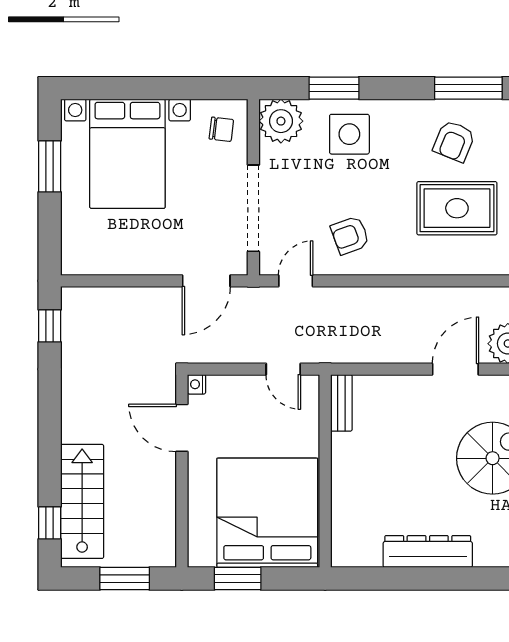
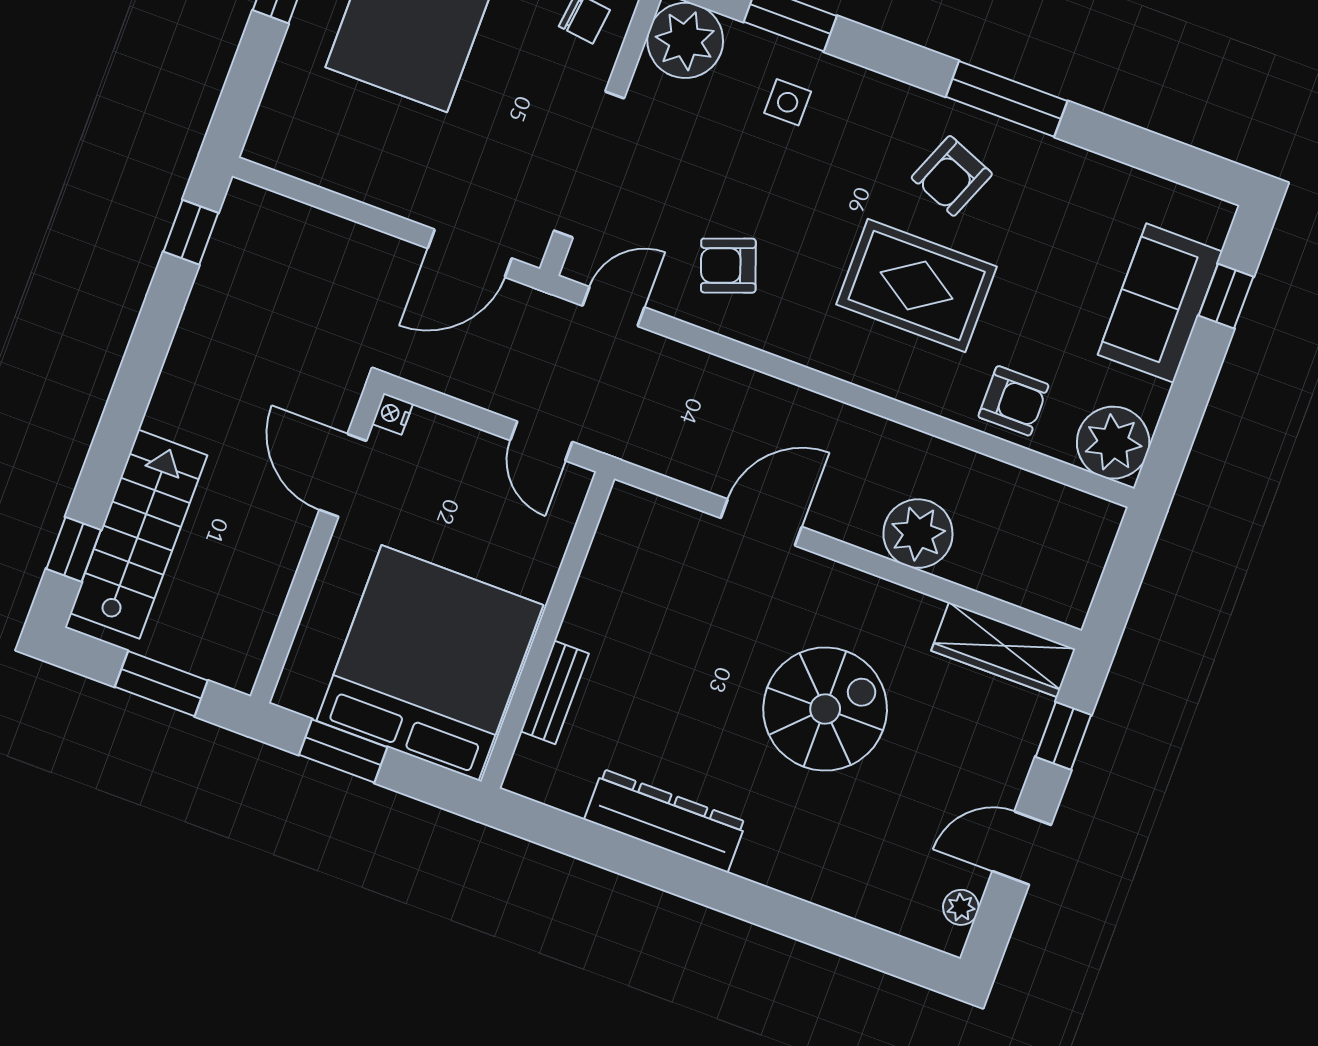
side table: (349, 134) -> (788, 102), width x0.54, depth x0.54
door: (455, 369) -> (761, 522), moved
bench: (341, 403) -> (555, 692), moved

